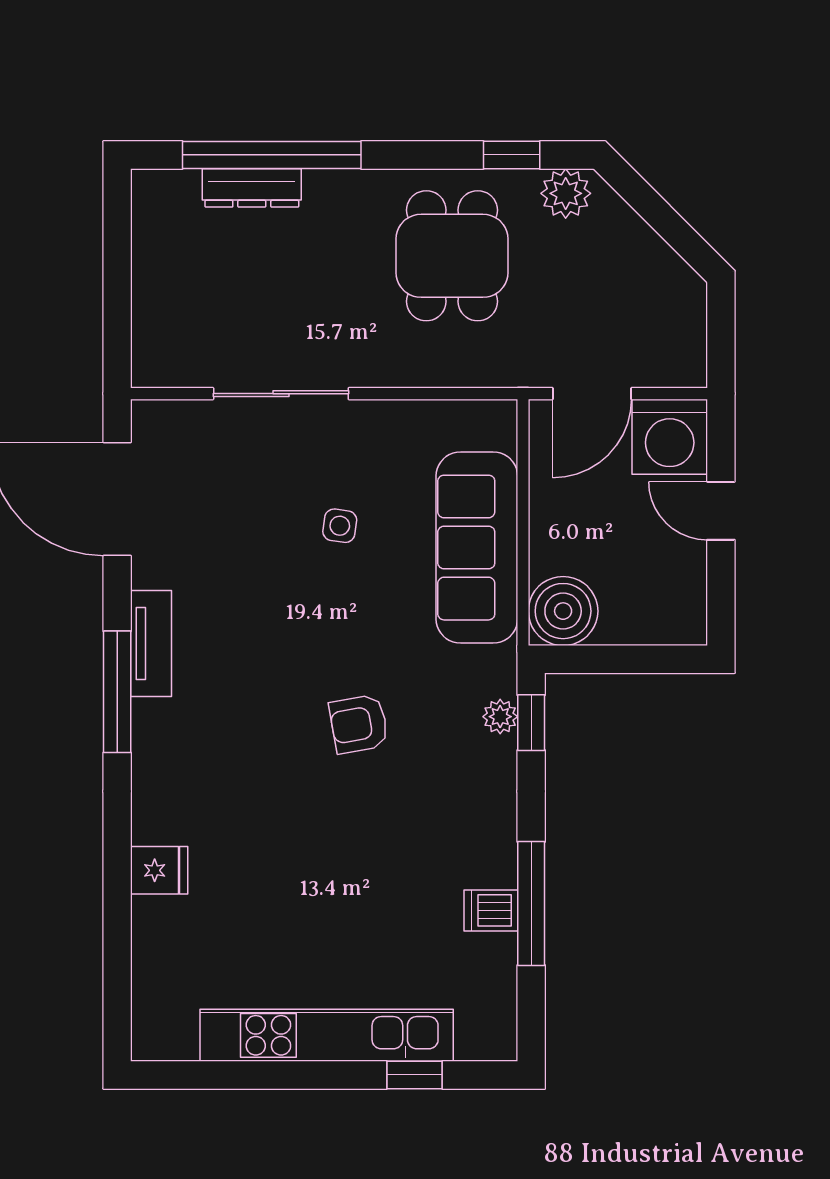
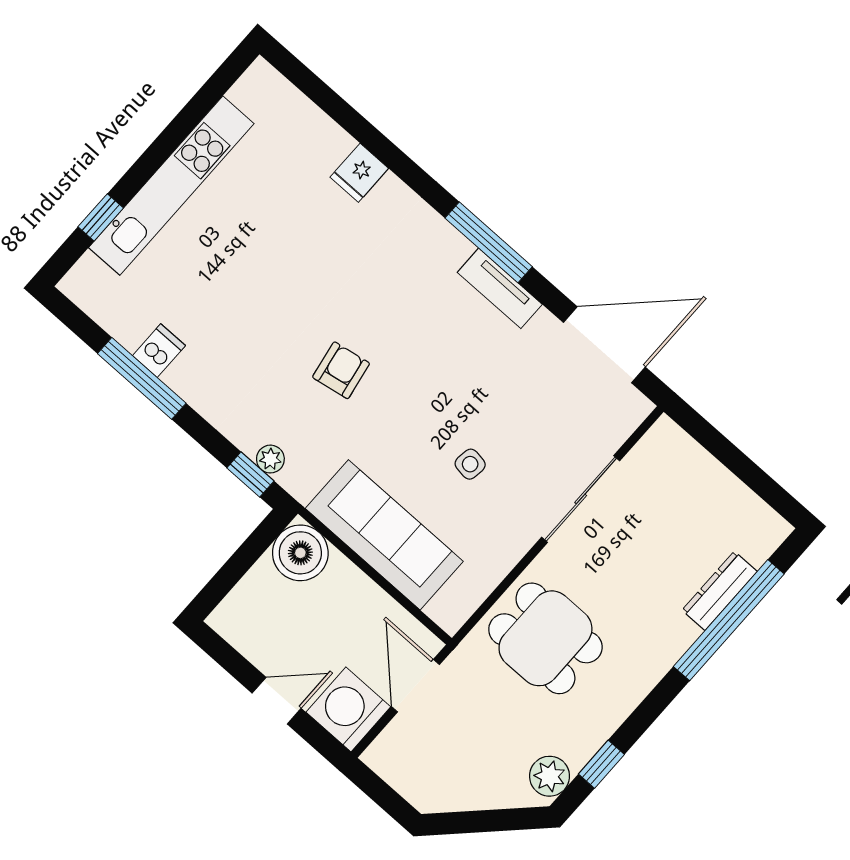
dining table: (452, 256) -> (545, 638), moved

